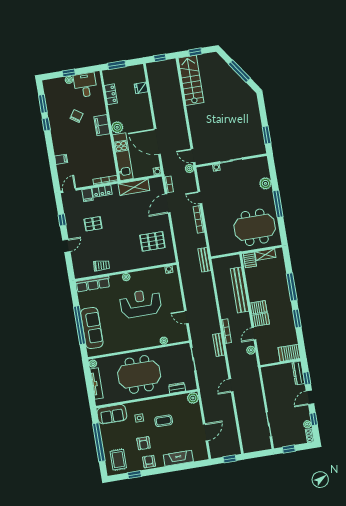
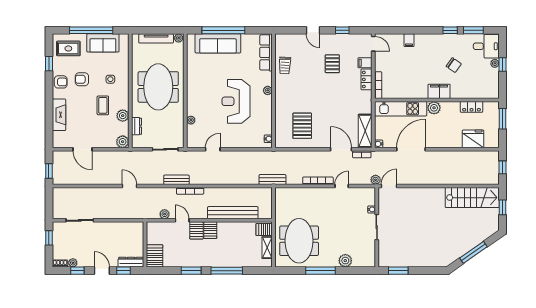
desk: (85, 85) -> (486, 46), moved
fridge: (141, 88) -> (473, 139), width x1.88, depth x1.34
shelving: (134, 187) -> (365, 131), moved
reception desk: (140, 303) -> (236, 101), turned 180
plant: (170, 402) -> (123, 116), added
sofa: (112, 414) -> (103, 43), moved, turned -90

